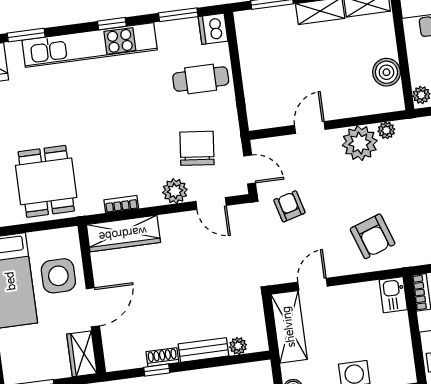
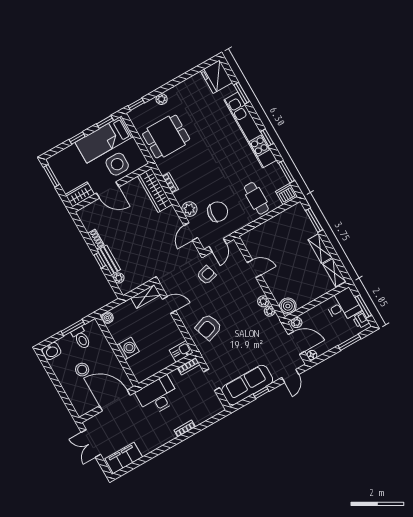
boiler: (386, 72) -> (288, 306), moved
plant: (360, 143) -> (263, 301), width x0.53, depth x0.53
shelving: (289, 327) -> (145, 296), width x0.67, depth x0.75
window: (157, 370) -> (100, 260), moved

